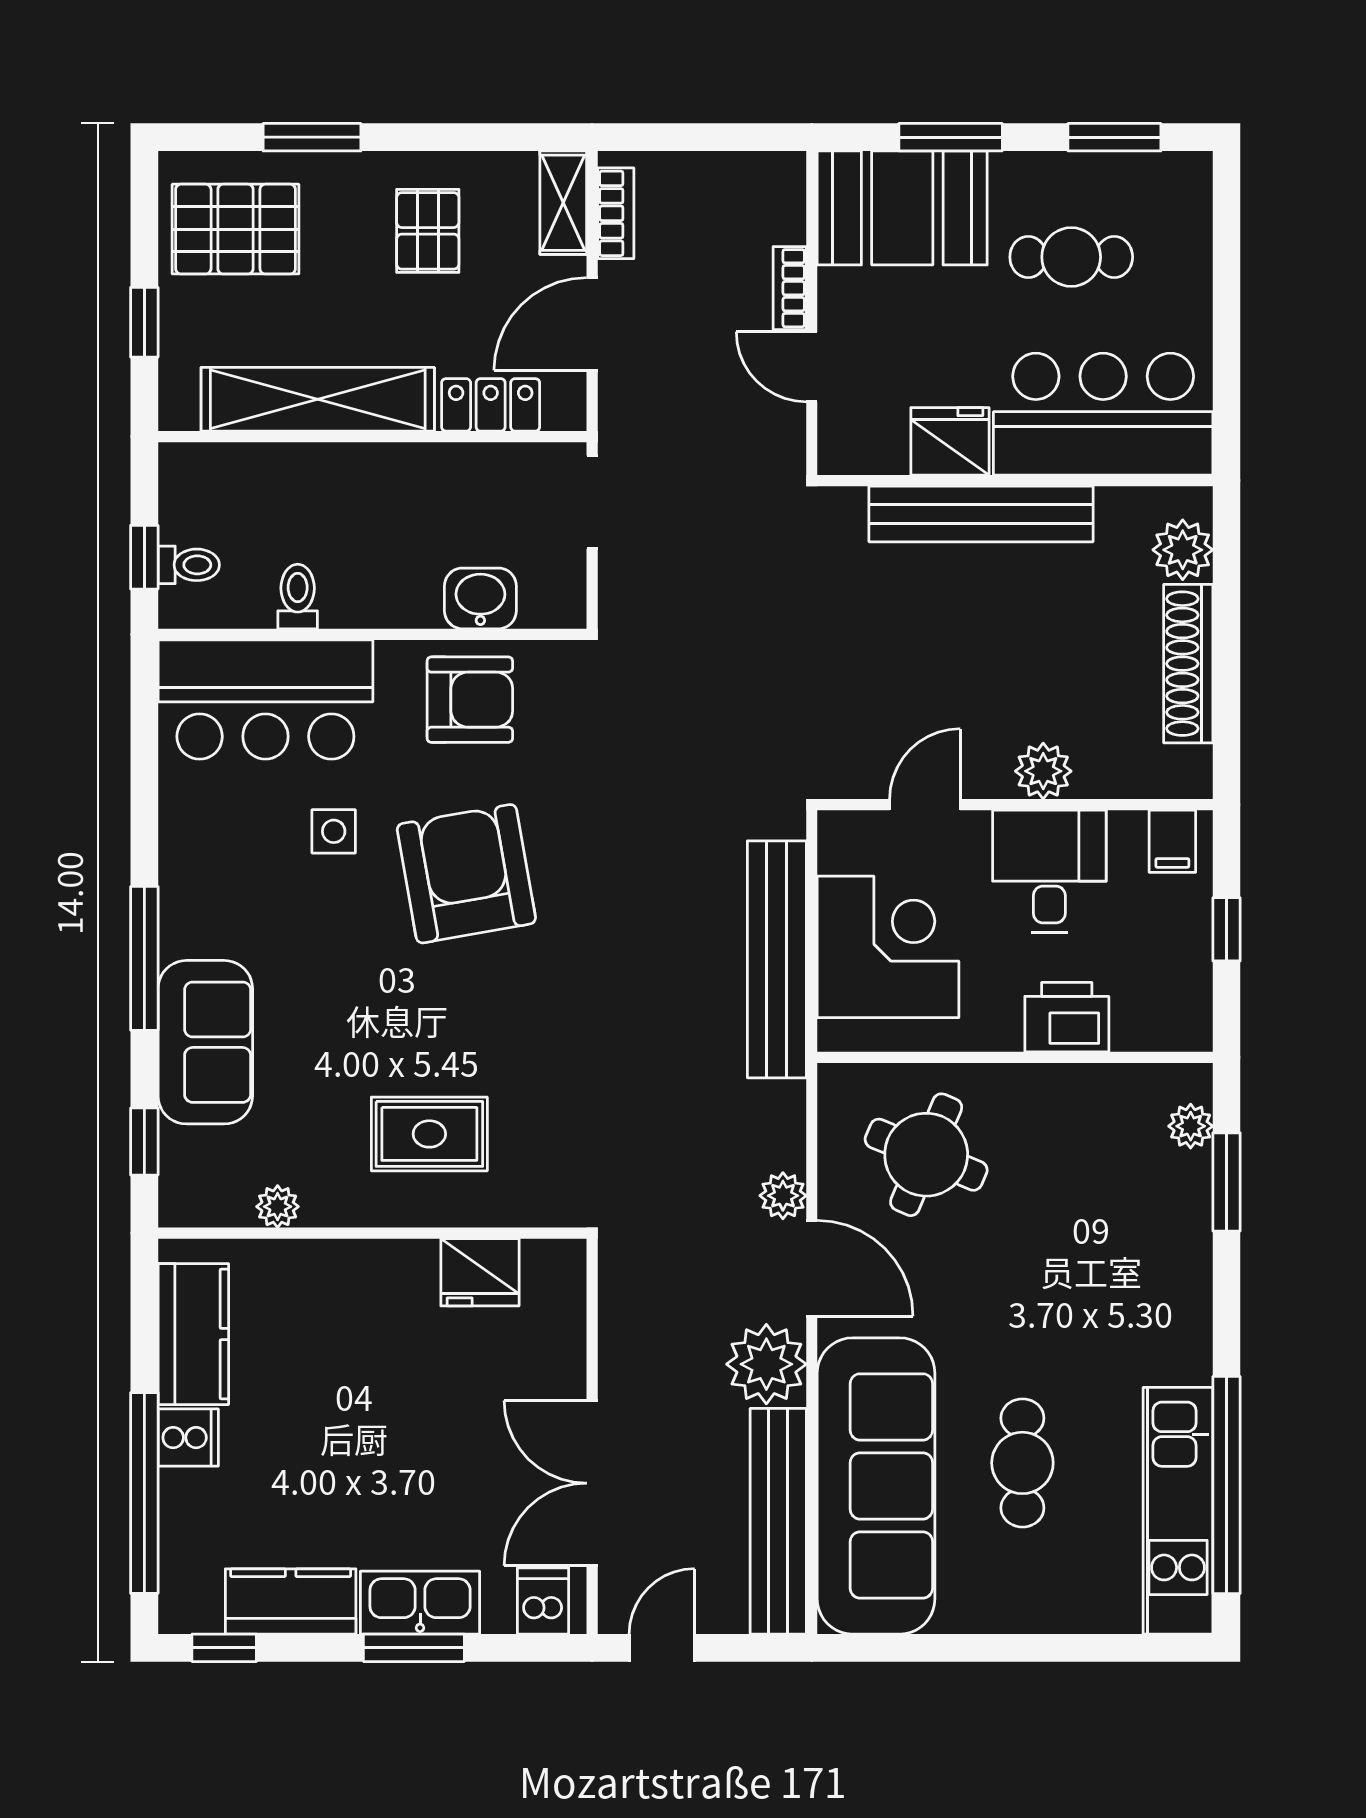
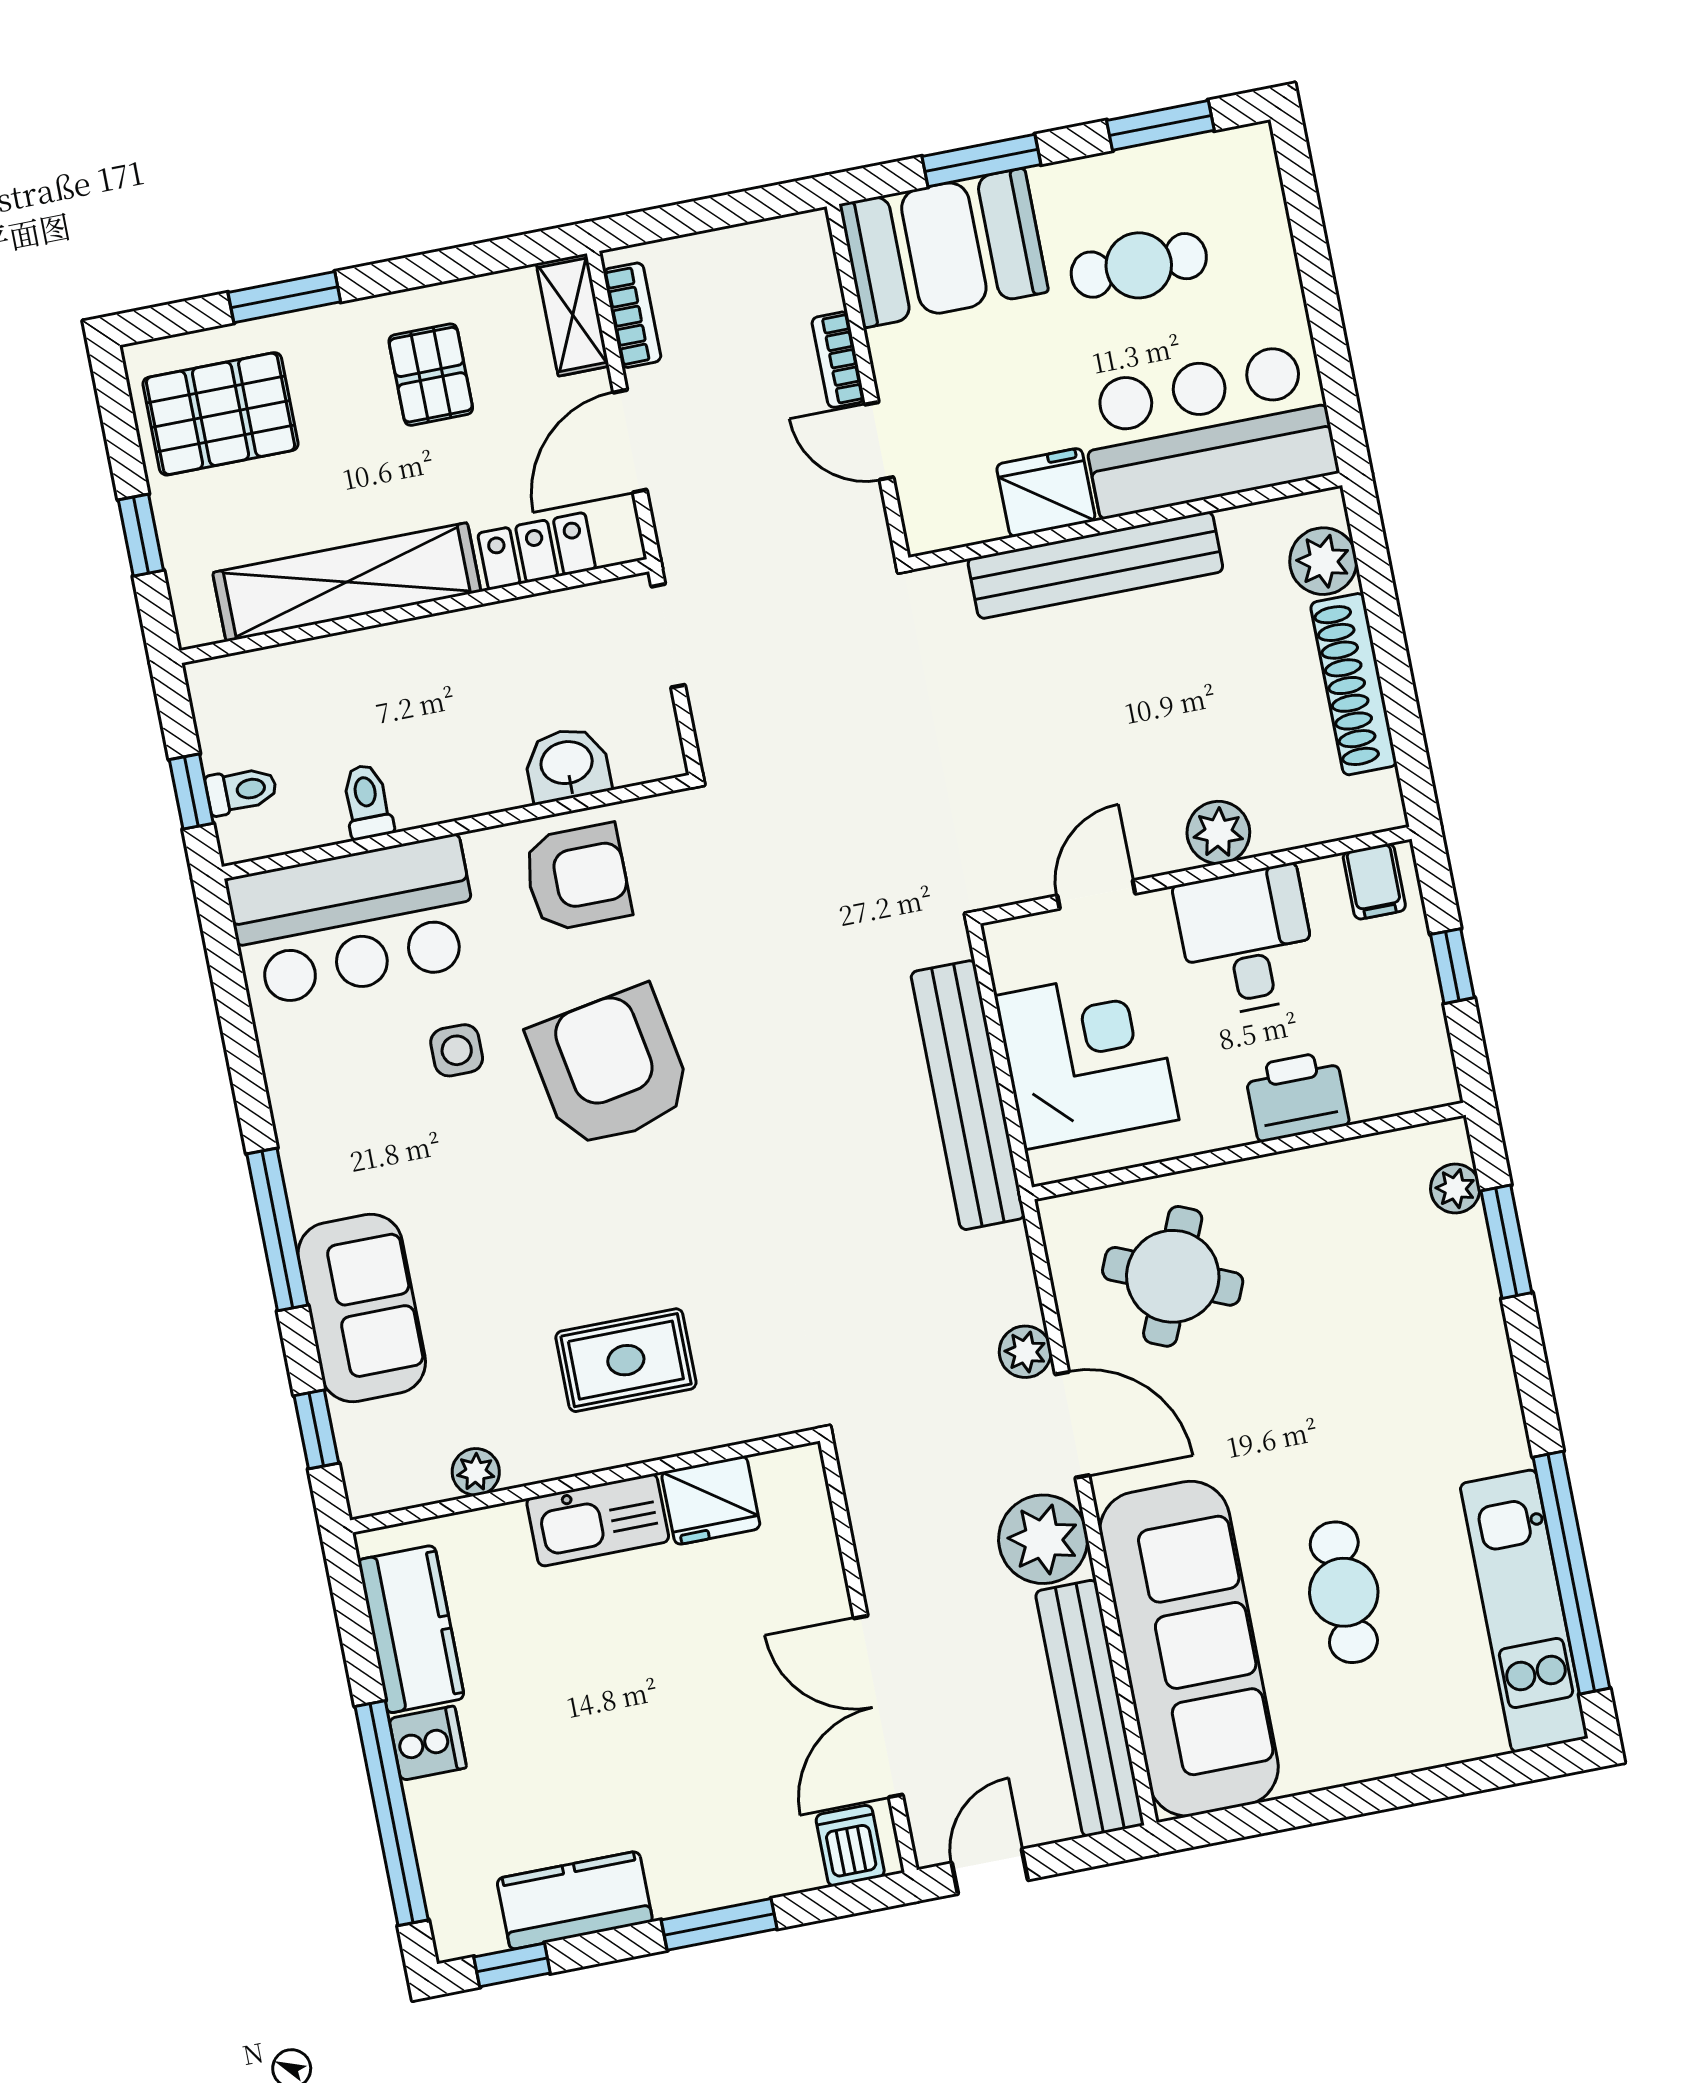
kitchen sink: (420, 1603) -> (598, 1520), moved, turned 180

